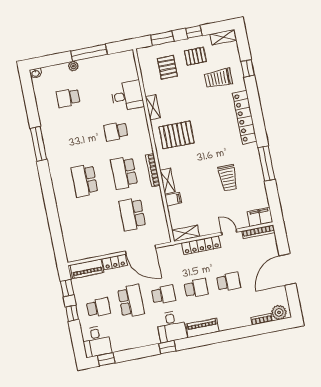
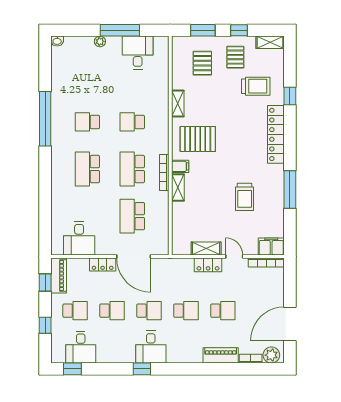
pallet: (195, 56) -> (235, 57), turned 90
window: (248, 68) -> (290, 96), moved
trolley: (218, 78) -> (256, 86), turned 180
desk: (127, 96) -> (138, 53), moved, turned -90
school desk: (68, 98) -> (87, 122), moved
window: (39, 144) -> (45, 119), width x1.46
filing cabinet: (173, 199) -> (180, 166), moved
shelving: (186, 233) -> (206, 248), moved
desk: (89, 243) -> (79, 238), added
locker: (201, 245) -> (208, 265), width x0.66
piano: (87, 269) -> (59, 276), moved, turned -90
door: (287, 270) -> (290, 324), moved
school desk: (131, 301) -> (112, 311), width x0.54
window: (72, 313) -> (45, 325), moved
piano: (202, 328) -> (221, 355), moved
desk: (96, 341) -> (81, 347), moved

